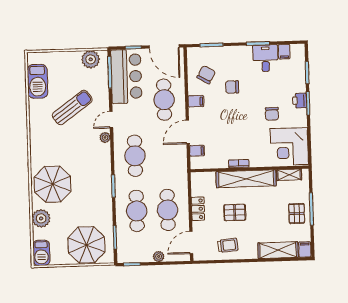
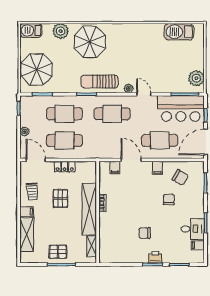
sun lounger: (72, 108) -> (99, 82), moved, turned 126
corner desk: (289, 147) -> (116, 247), removed
filing cabinet: (305, 249) -> (27, 212), moved

